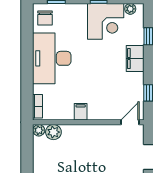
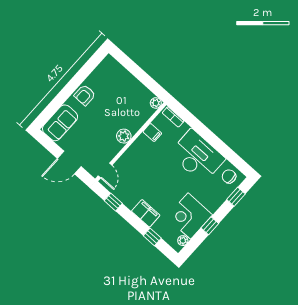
filing cabinet: (81, 112) -> (152, 132), moved
plant: (53, 132) -> (124, 136), moved

